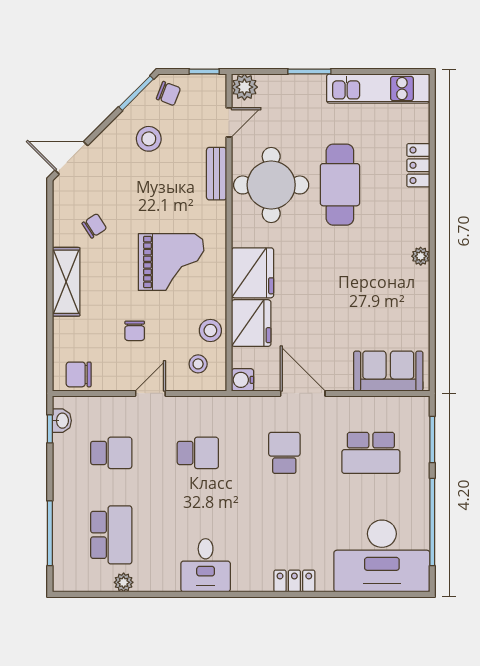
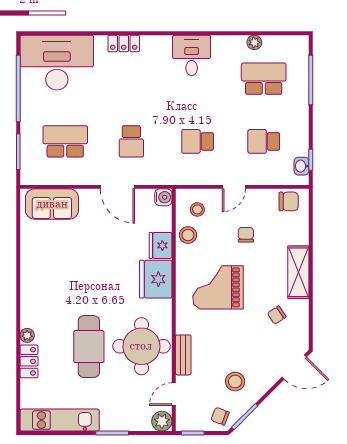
plant: (421, 256) -> (27, 335), moved
fridge: (251, 323) -> (161, 245), width x0.73, depth x0.75
school desk: (111, 535) -> (264, 79), turned 90

